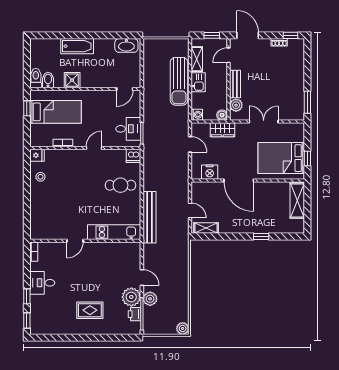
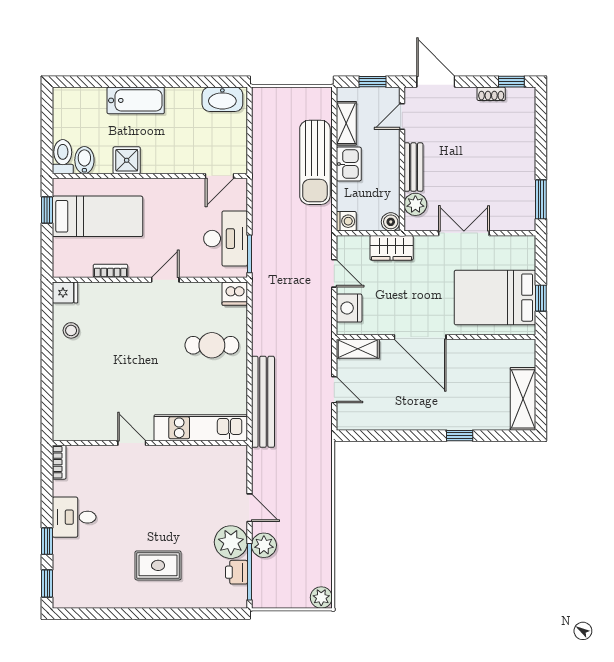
desk: (128, 129) -> (226, 239), width x1.37
nightstand: (210, 172) -> (349, 308), moved, turned 90
shelving: (297, 200) -> (523, 399), moved
shelving: (206, 228) -> (358, 349), moved
door: (75, 241) -> (132, 443), swing flipped

